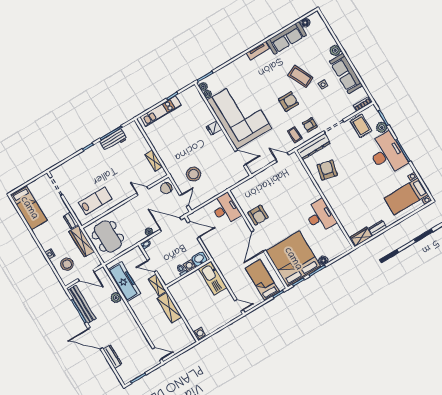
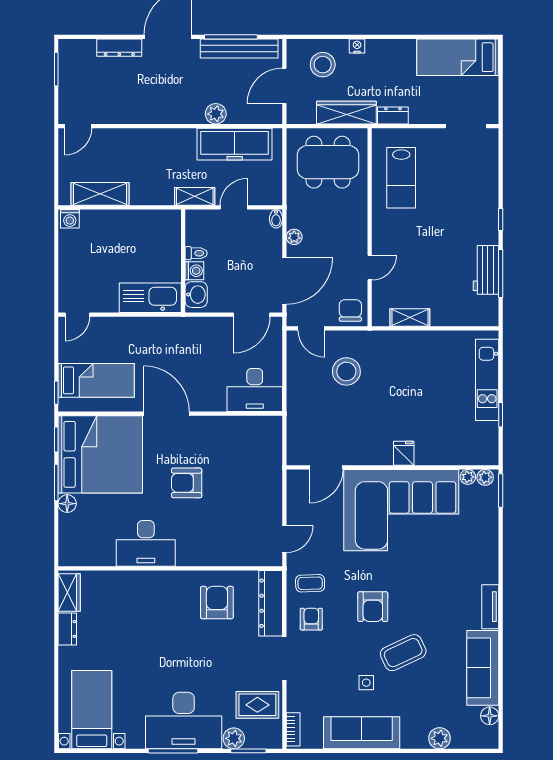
plant: (335, 50) -> (440, 738), moved
armchair: (327, 170) -> (217, 603), turned -103
armchair: (258, 215) -> (187, 483), moved
shelving: (169, 308) -> (100, 194), moved

